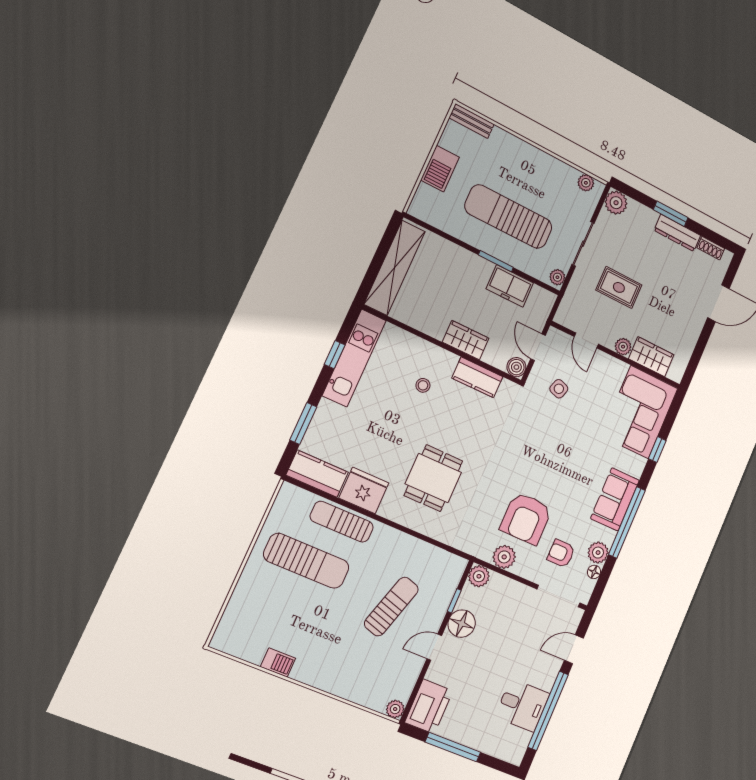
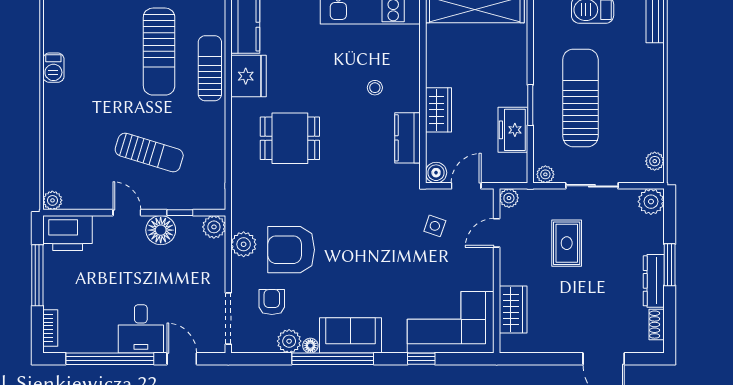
plant: (623, 347) -> (509, 198), moved
floor lamp: (594, 572) -> (310, 346), moved
desk: (522, 705) -> (141, 329), moved
bookcase: (501, 753) -> (50, 328), added

